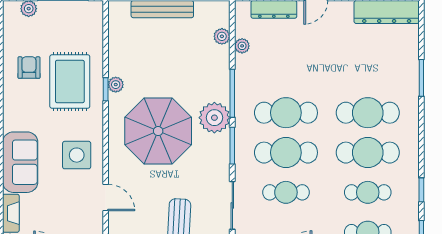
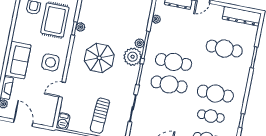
plant: (222, 36) -> (140, 43), moved
cafe table: (368, 113) -> (224, 49), moved
parasol: (158, 131) -> (99, 58), width x0.73, depth x0.73
cafe table: (286, 192) -> (165, 107), removed
door: (106, 198) -> (62, 90), swing flipped

